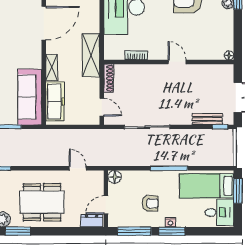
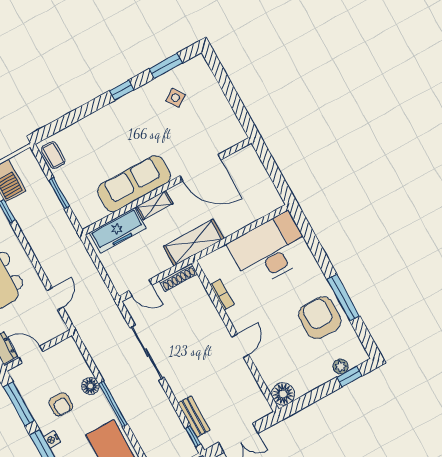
floor lamp: (229, 55) -> (283, 394), width x1.89, depth x1.89
sofa: (30, 97) -> (134, 184), moved
door: (102, 107) -> (141, 288), hinge flipped
floor lamp: (115, 177) -> (90, 386), moved

